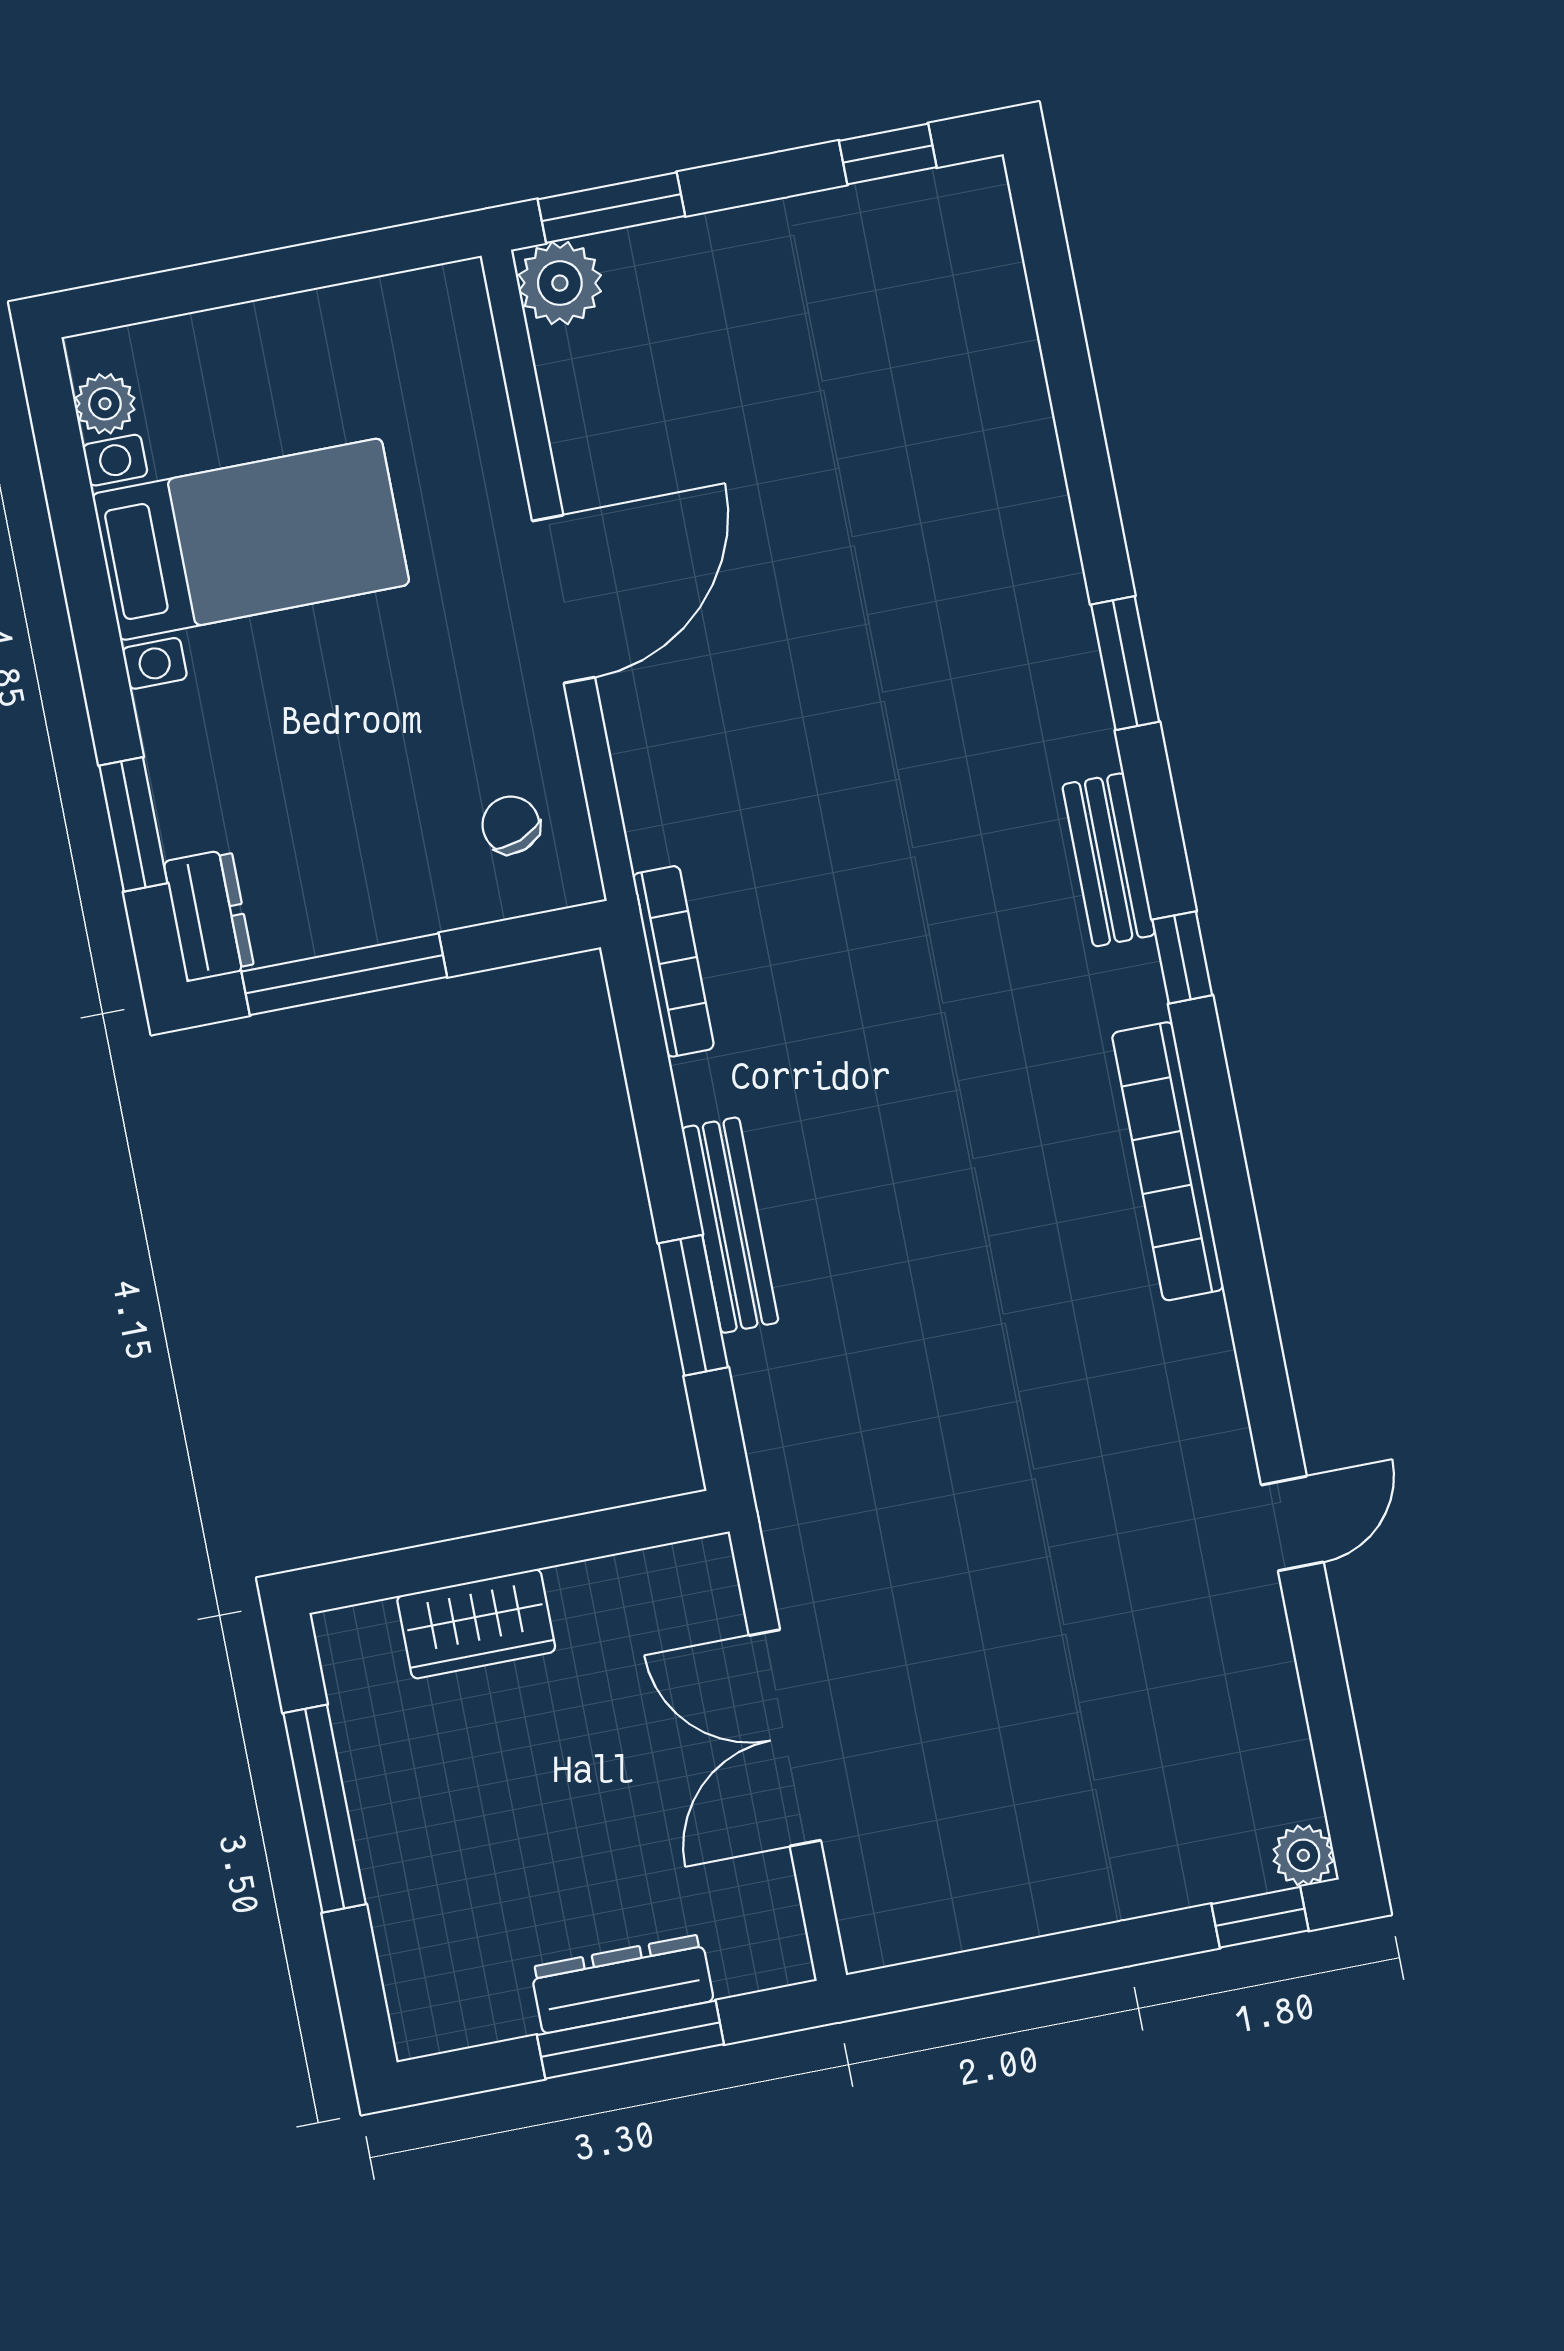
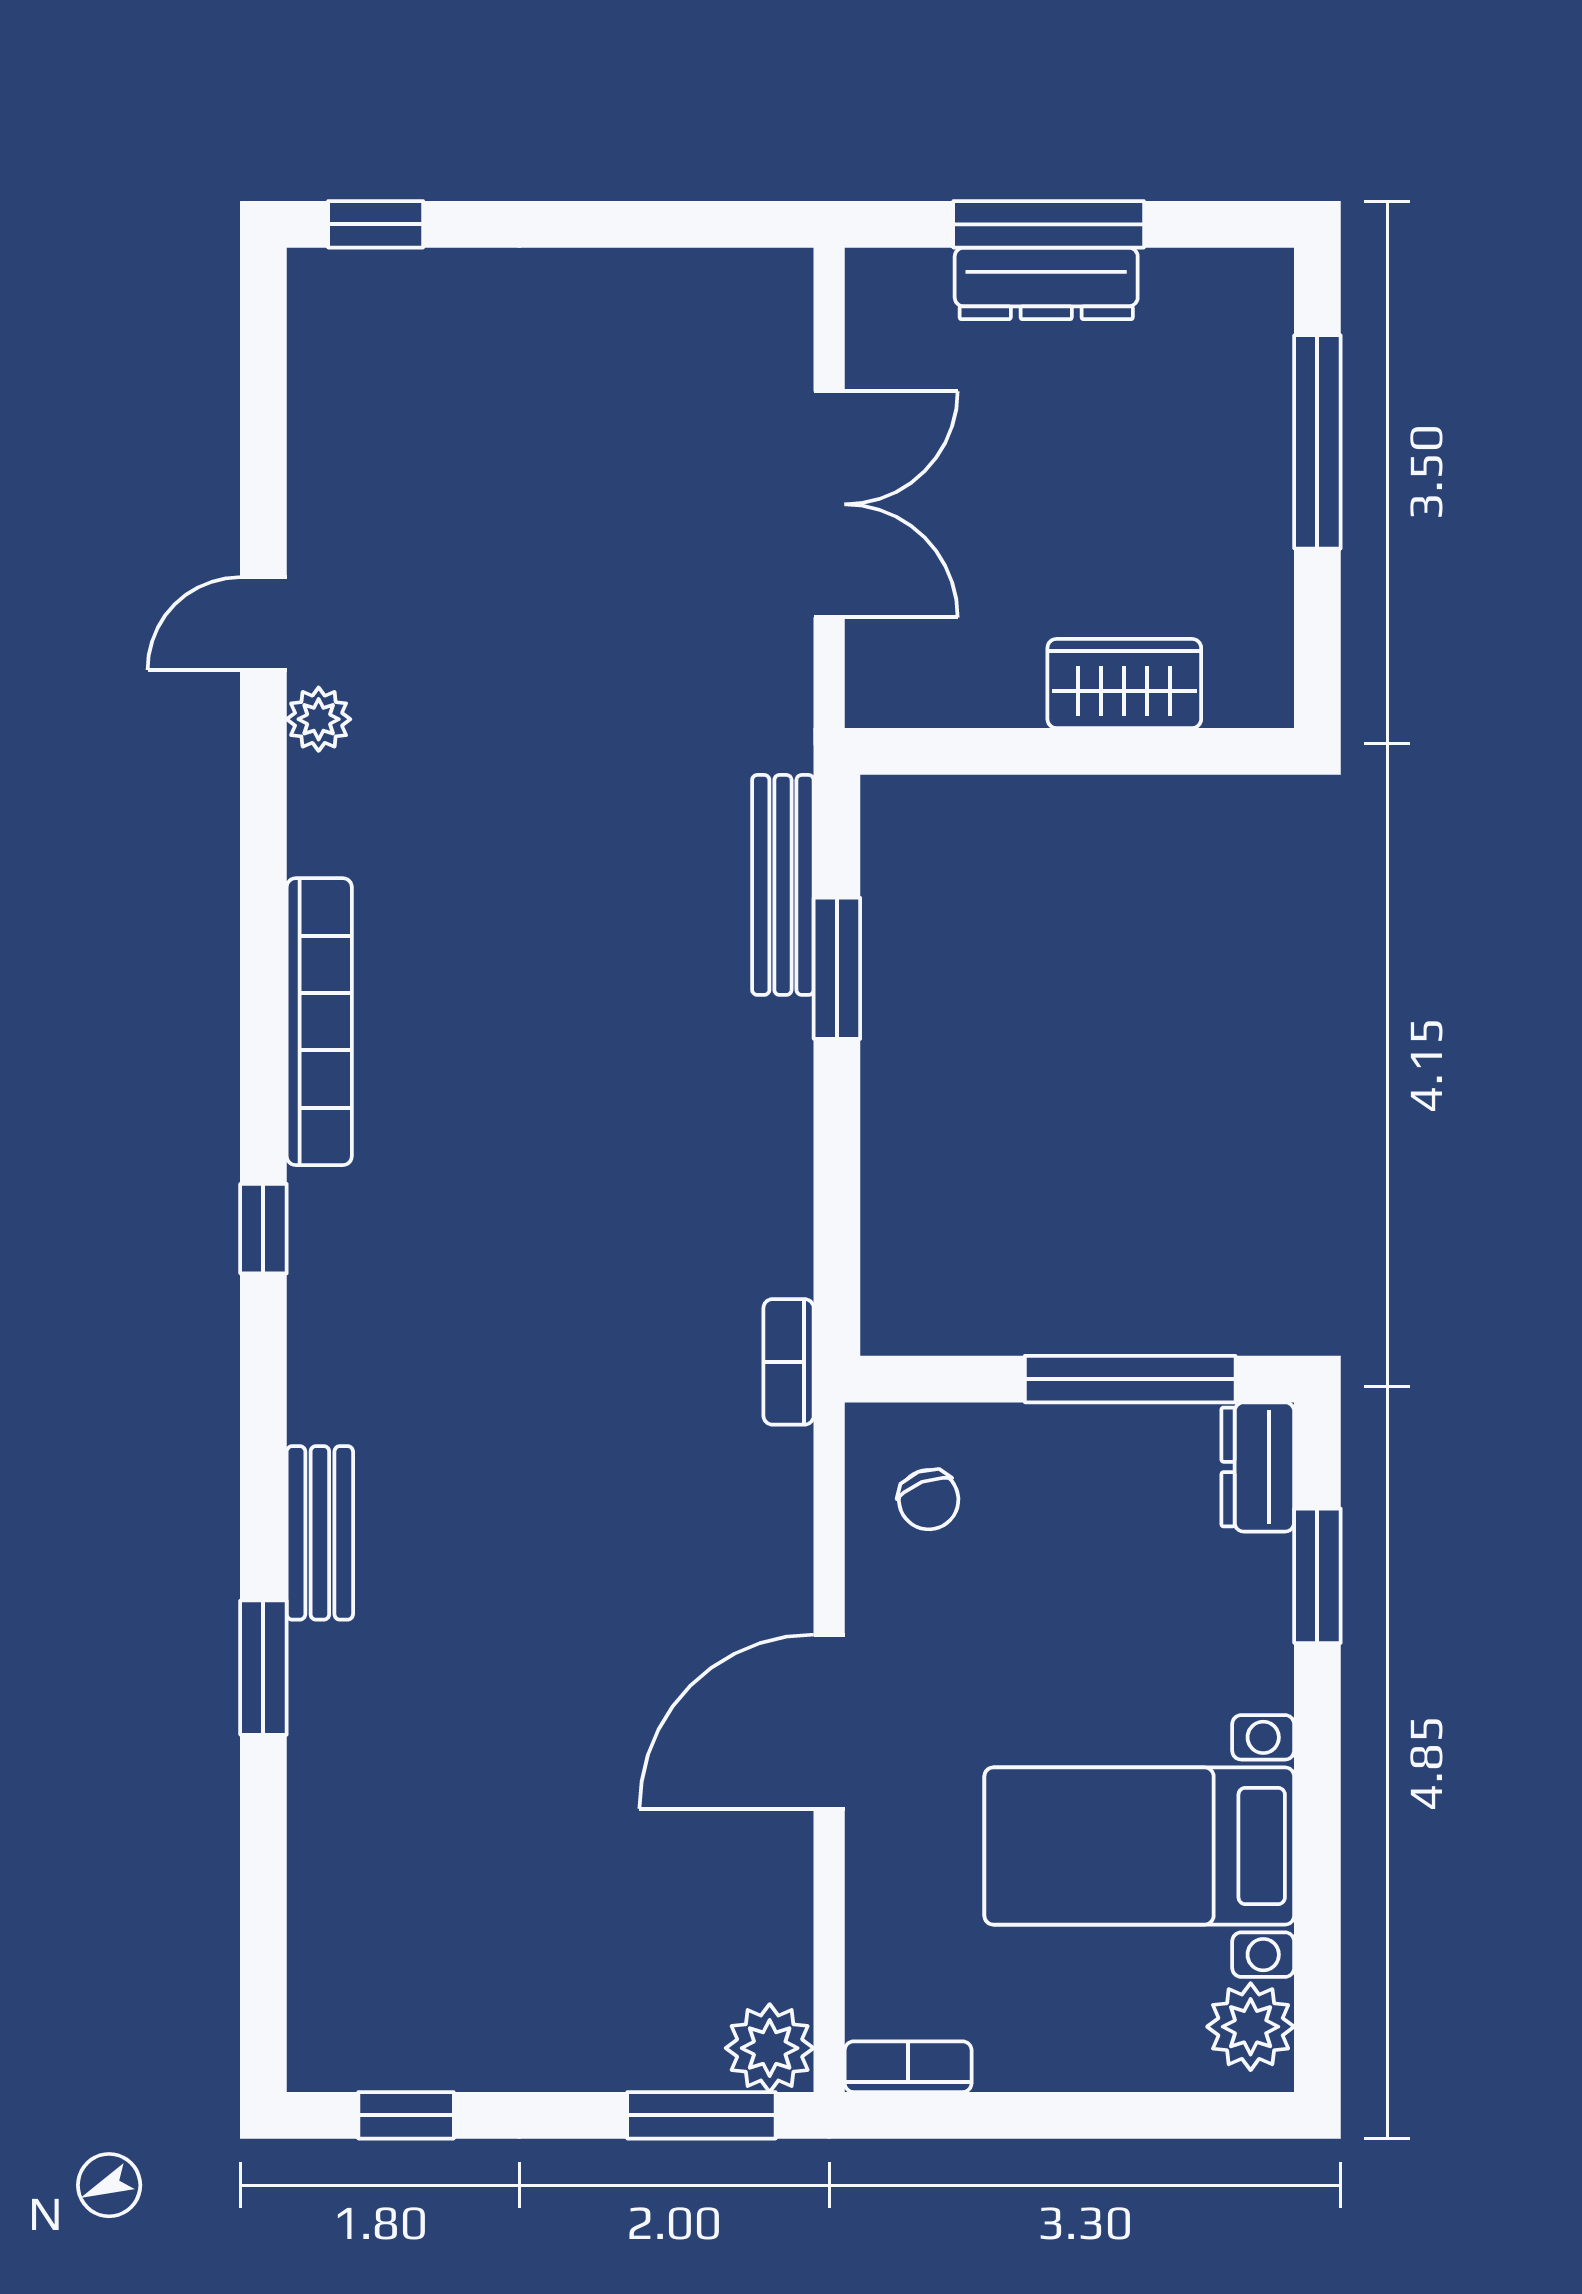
bookcase: (427, 291) -> (908, 2067), added
plant: (105, 404) -> (1251, 2027), width x1.38, depth x1.38
window: (1125, 663) -> (263, 1668), moved
bench: (1109, 860) -> (320, 1533), moved
bookcase: (673, 961) -> (789, 1362), width x0.64
bench: (730, 1225) -> (783, 885), moved
window: (325, 1809) -> (1317, 442), moved
plant: (1303, 1855) -> (319, 719), moved

